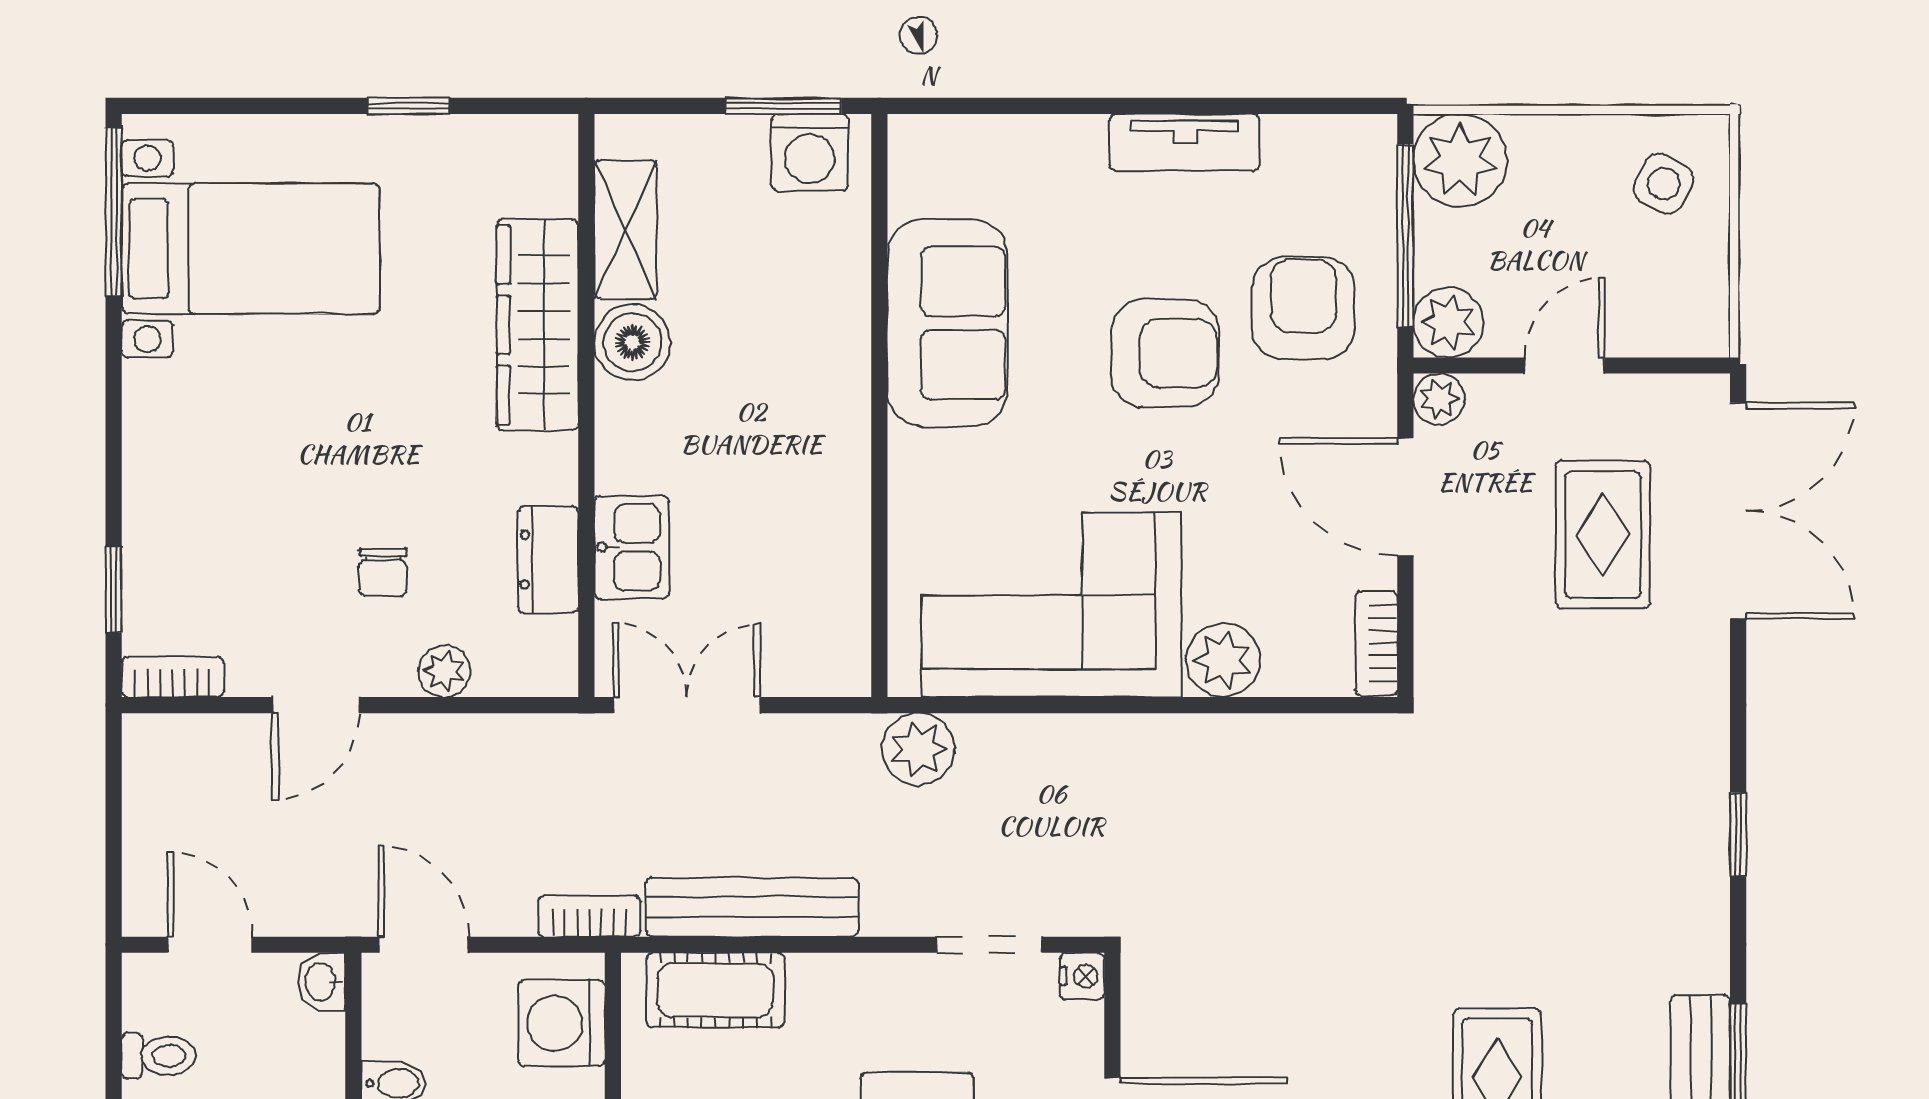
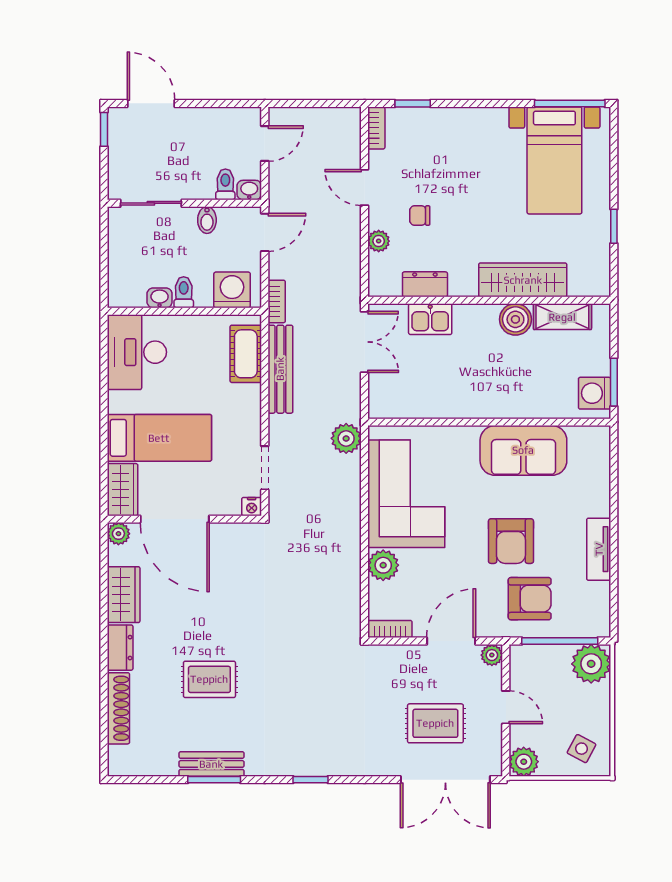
plant: (1448, 322) -> (524, 762), moved
toilet: (159, 1056) -> (225, 184), moved, turned 180

